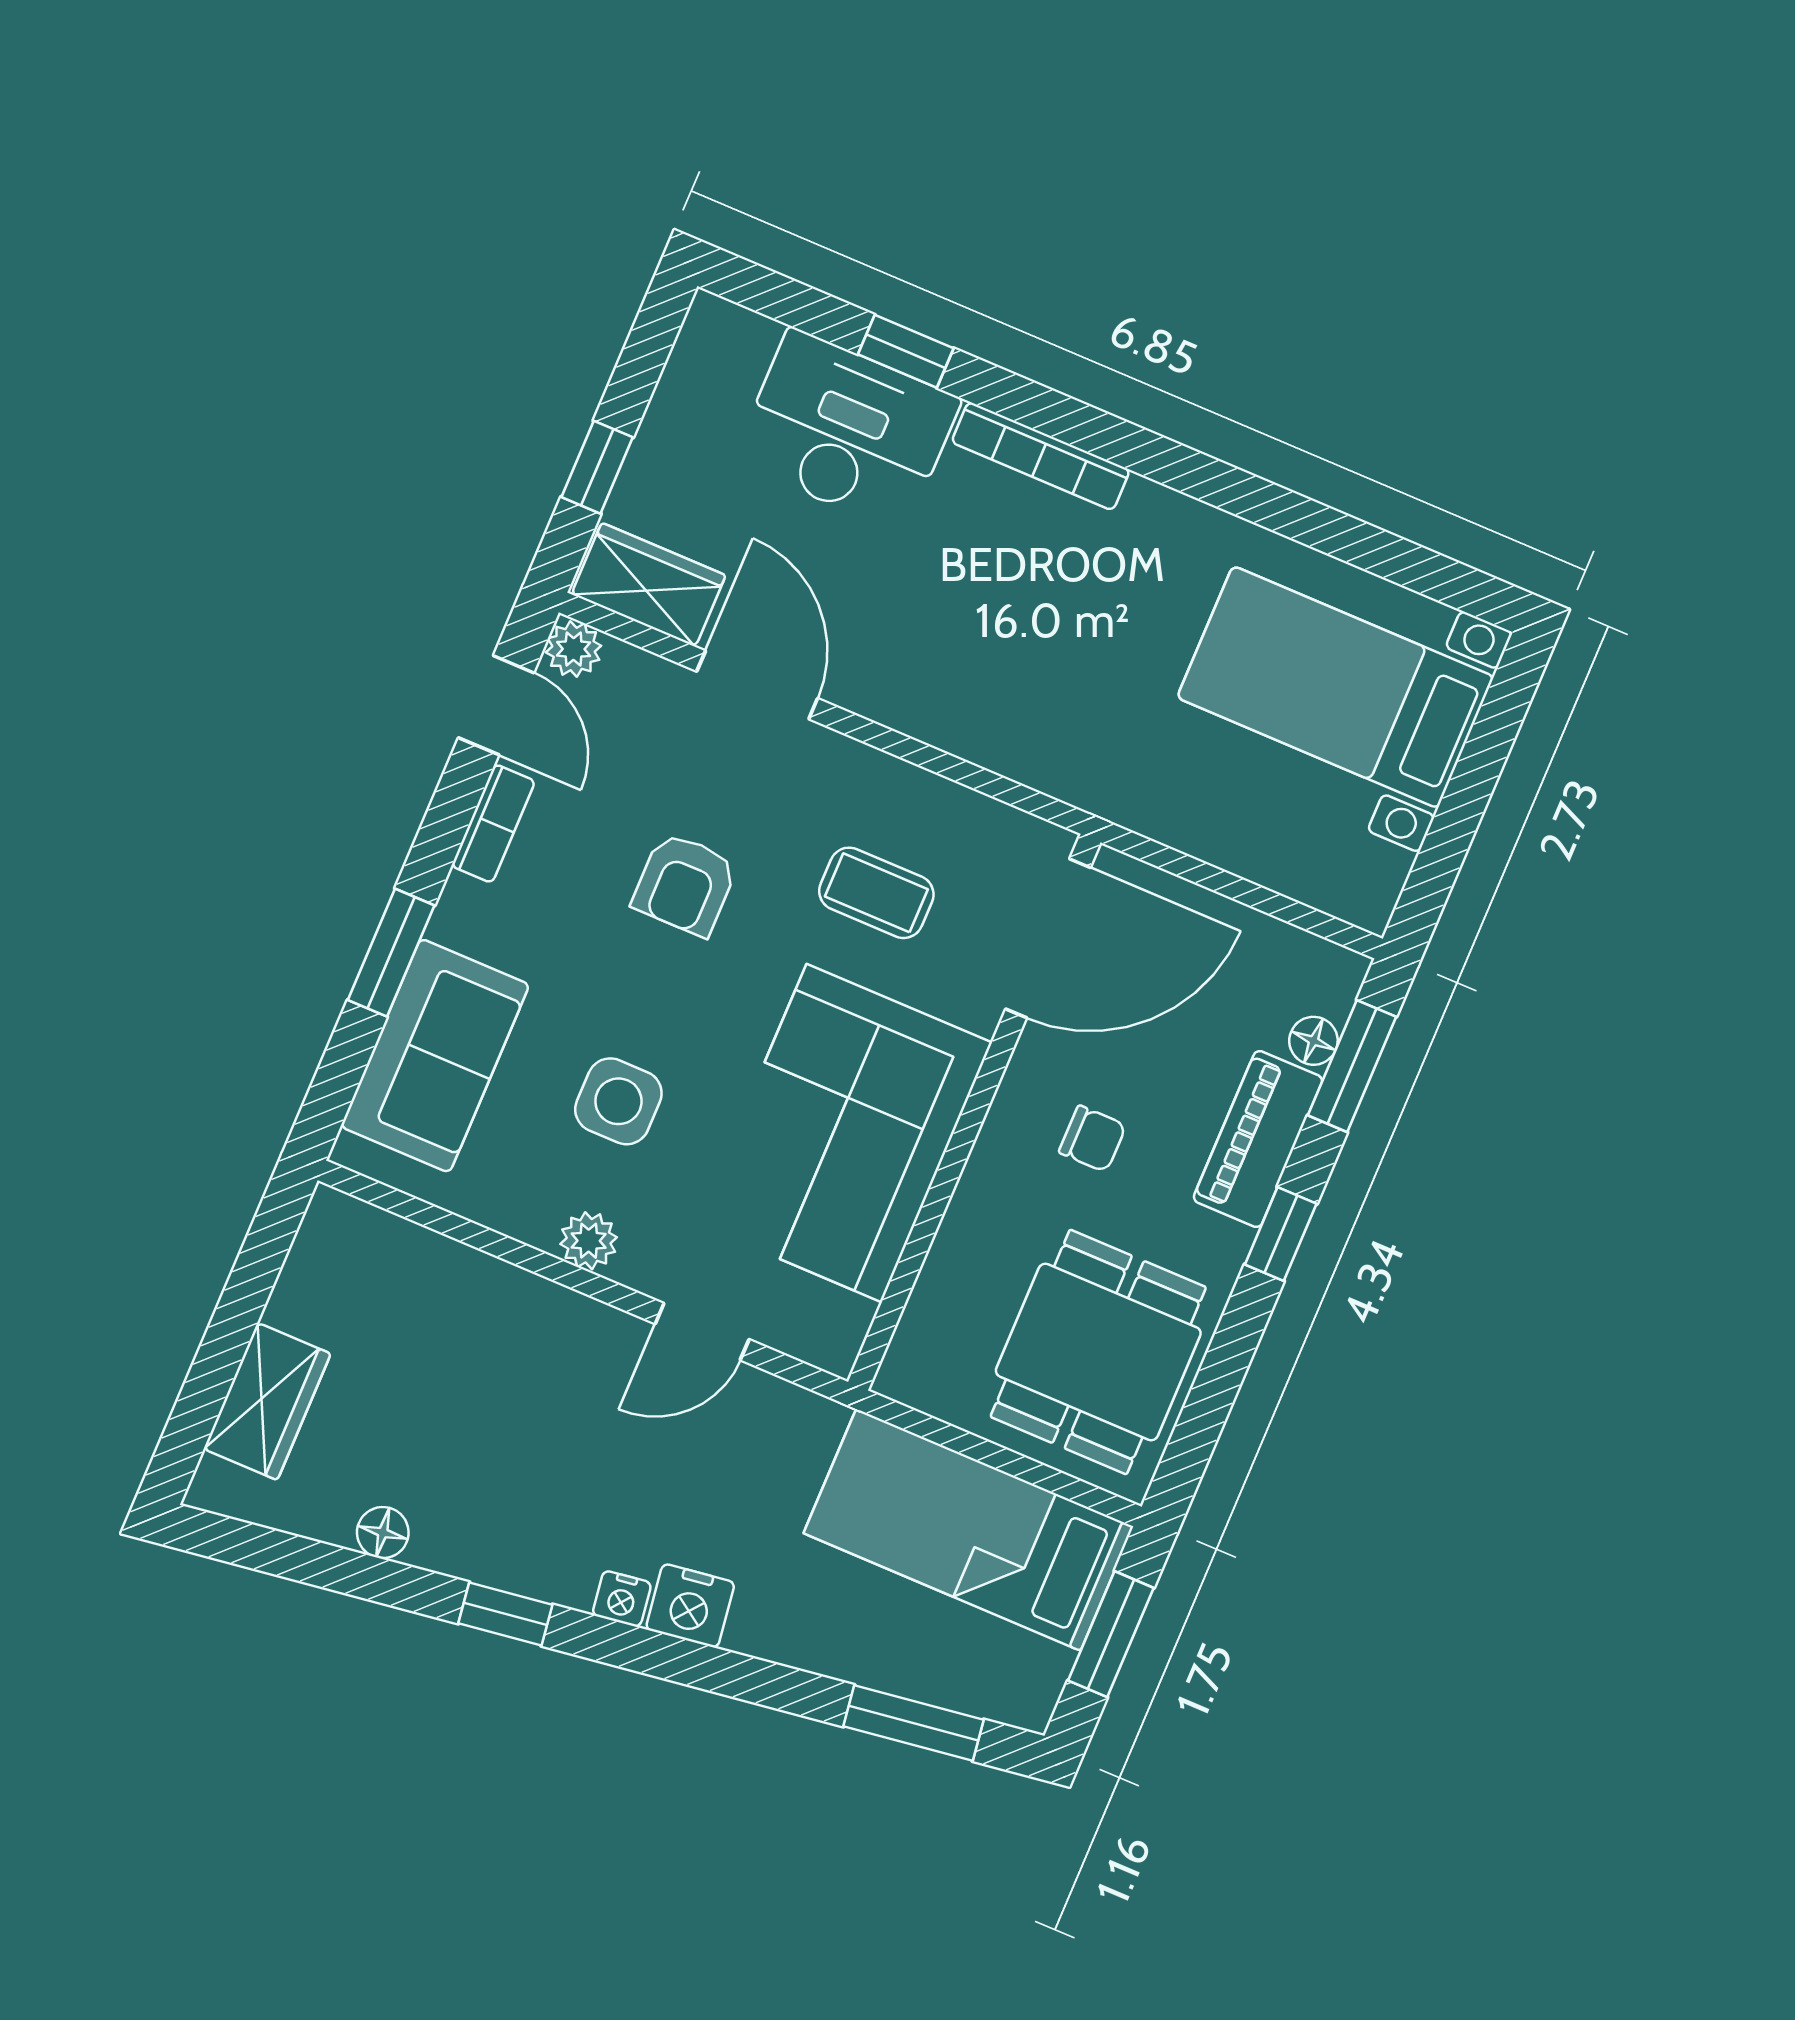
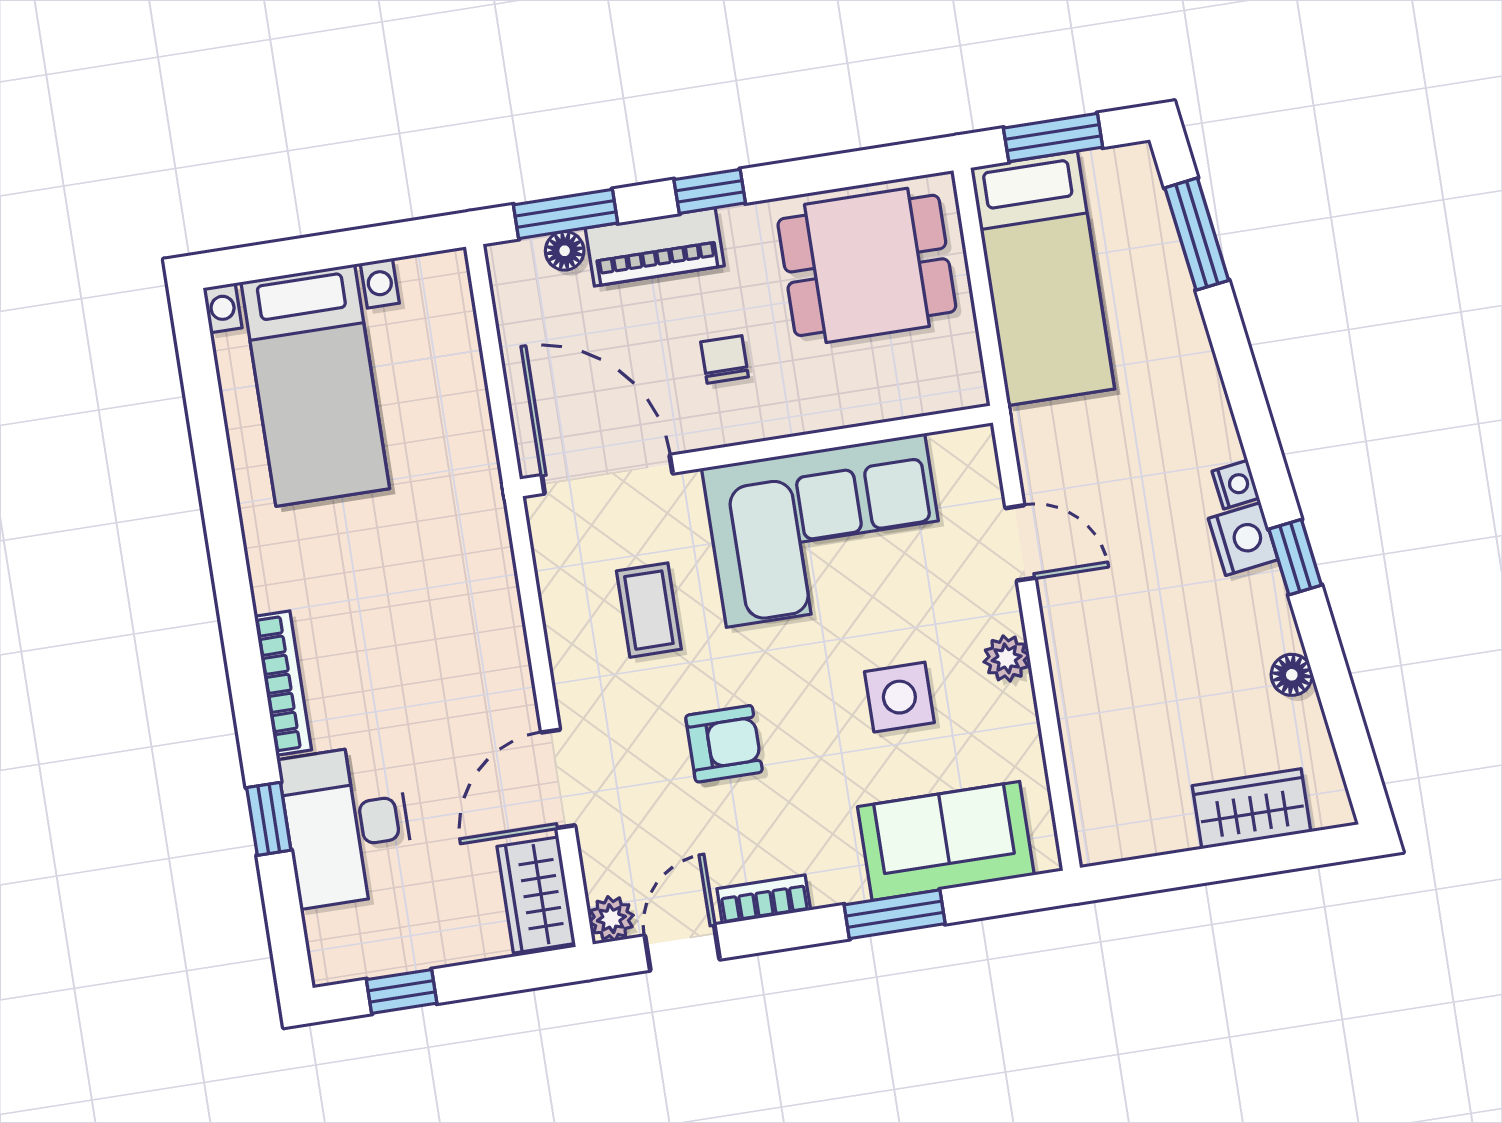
window: (597, 467) -> (402, 991), moved
nightstand: (690, 1606) -> (1243, 539), moved

